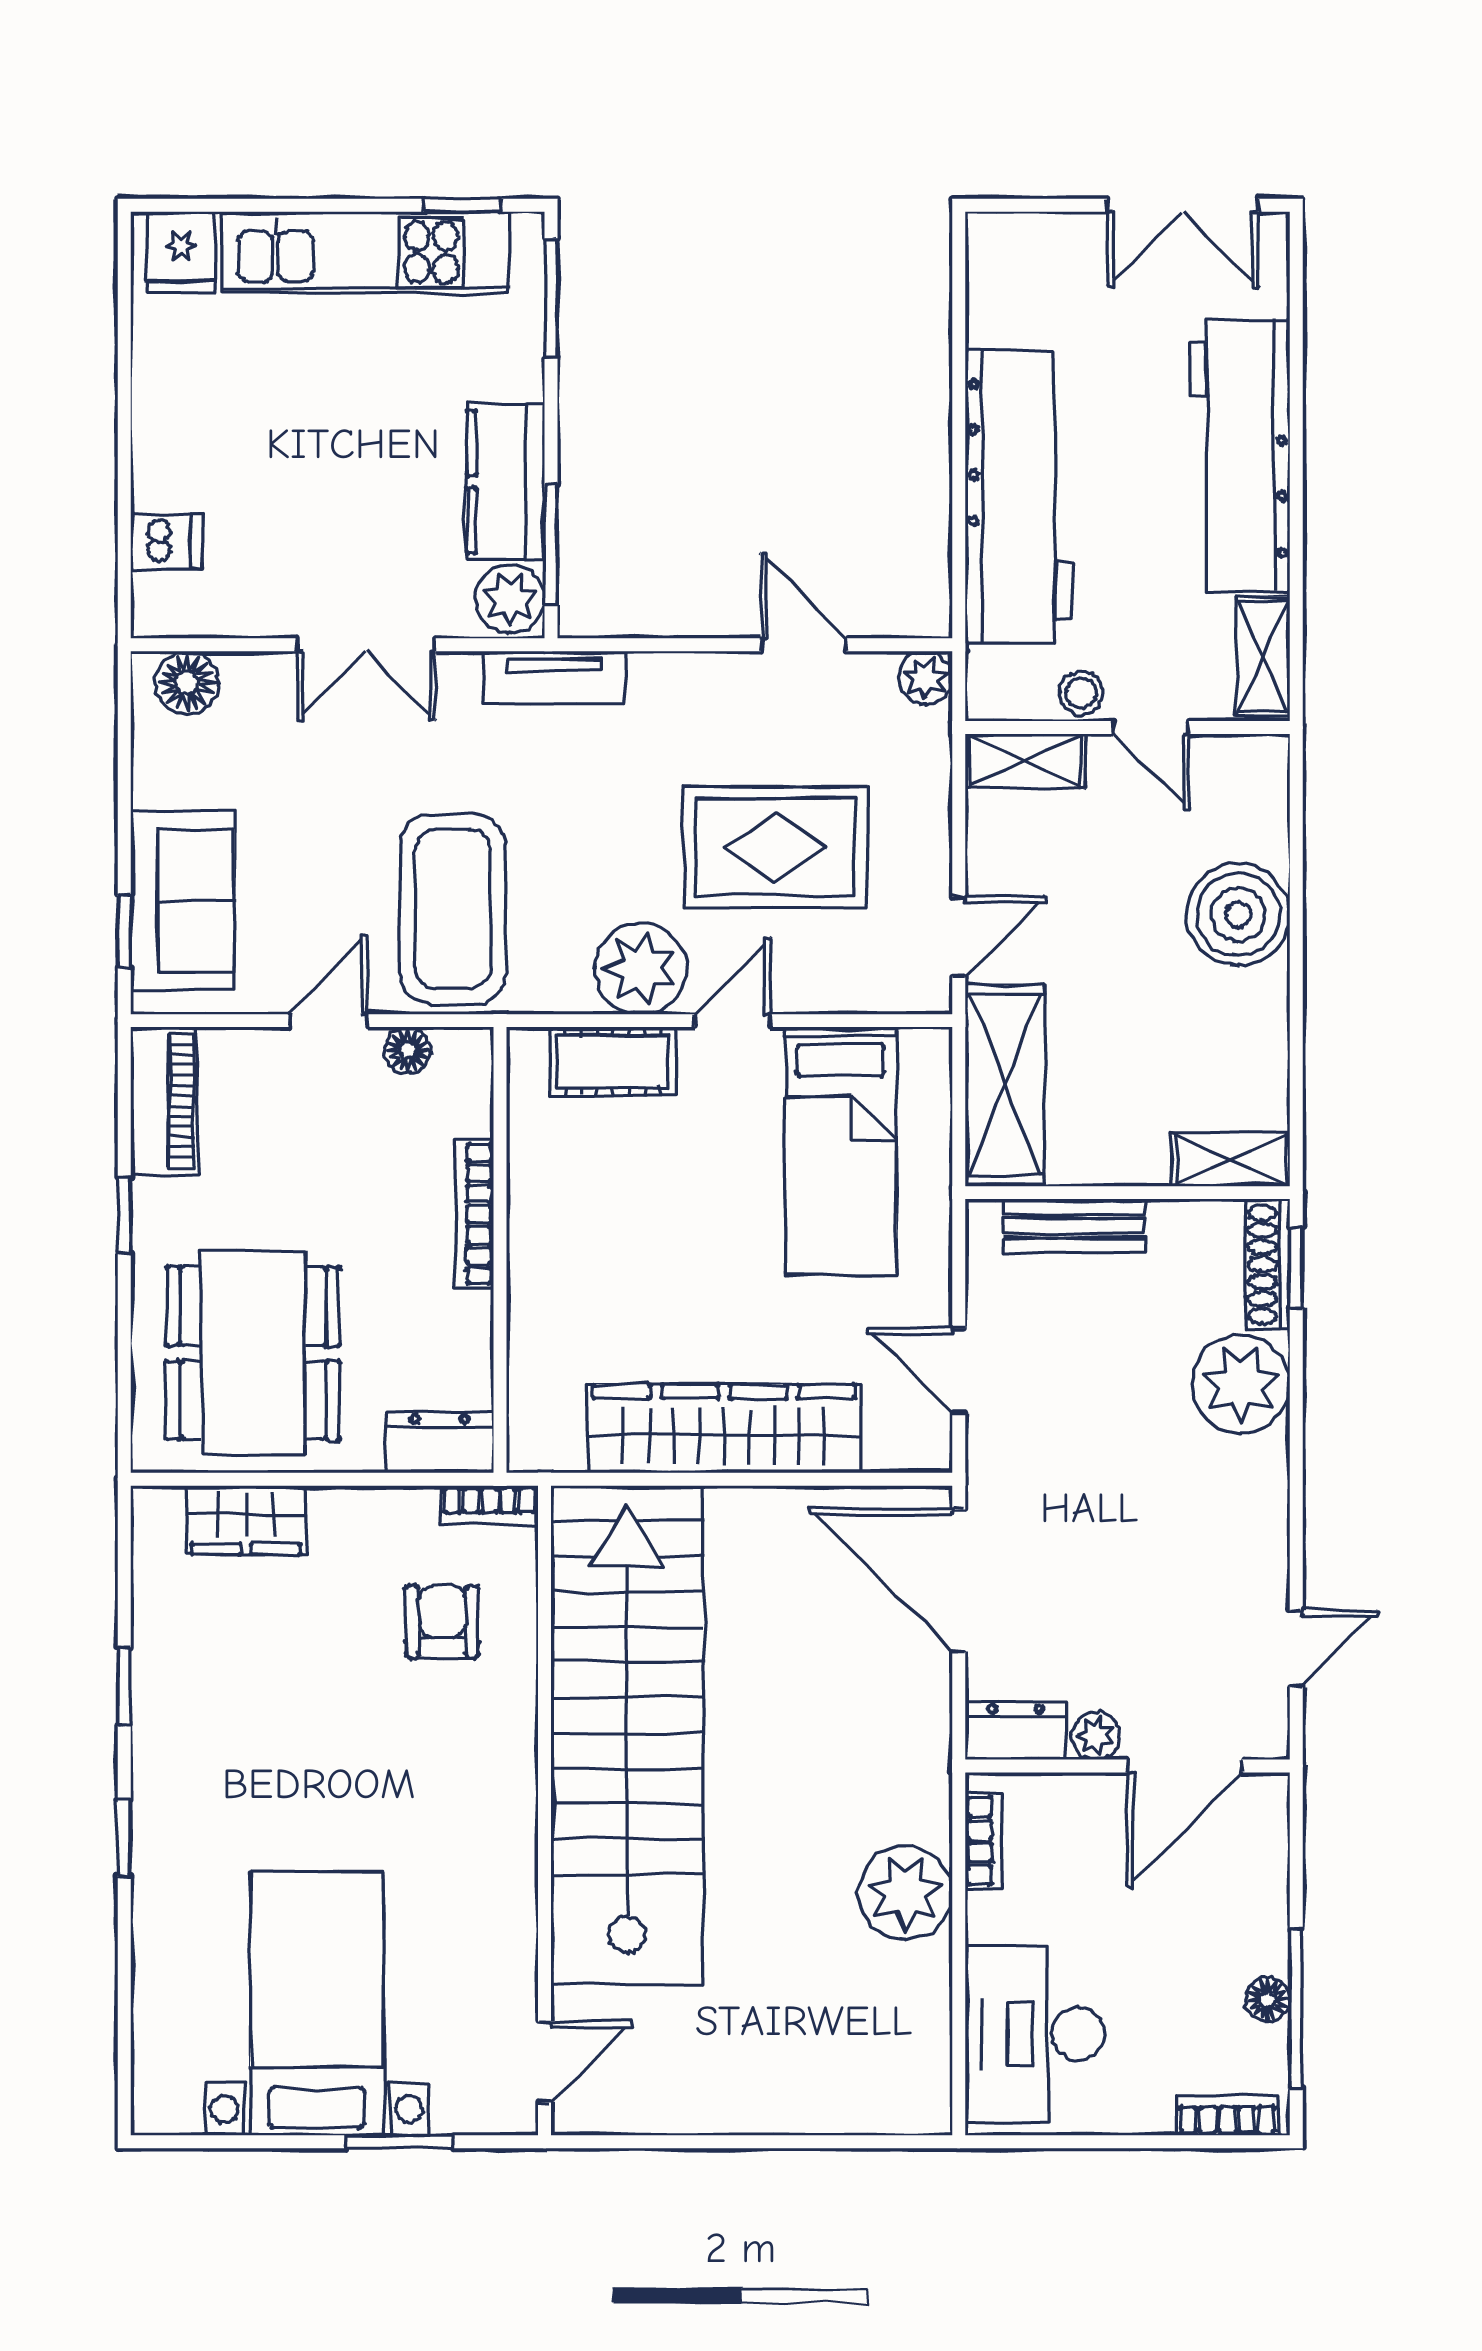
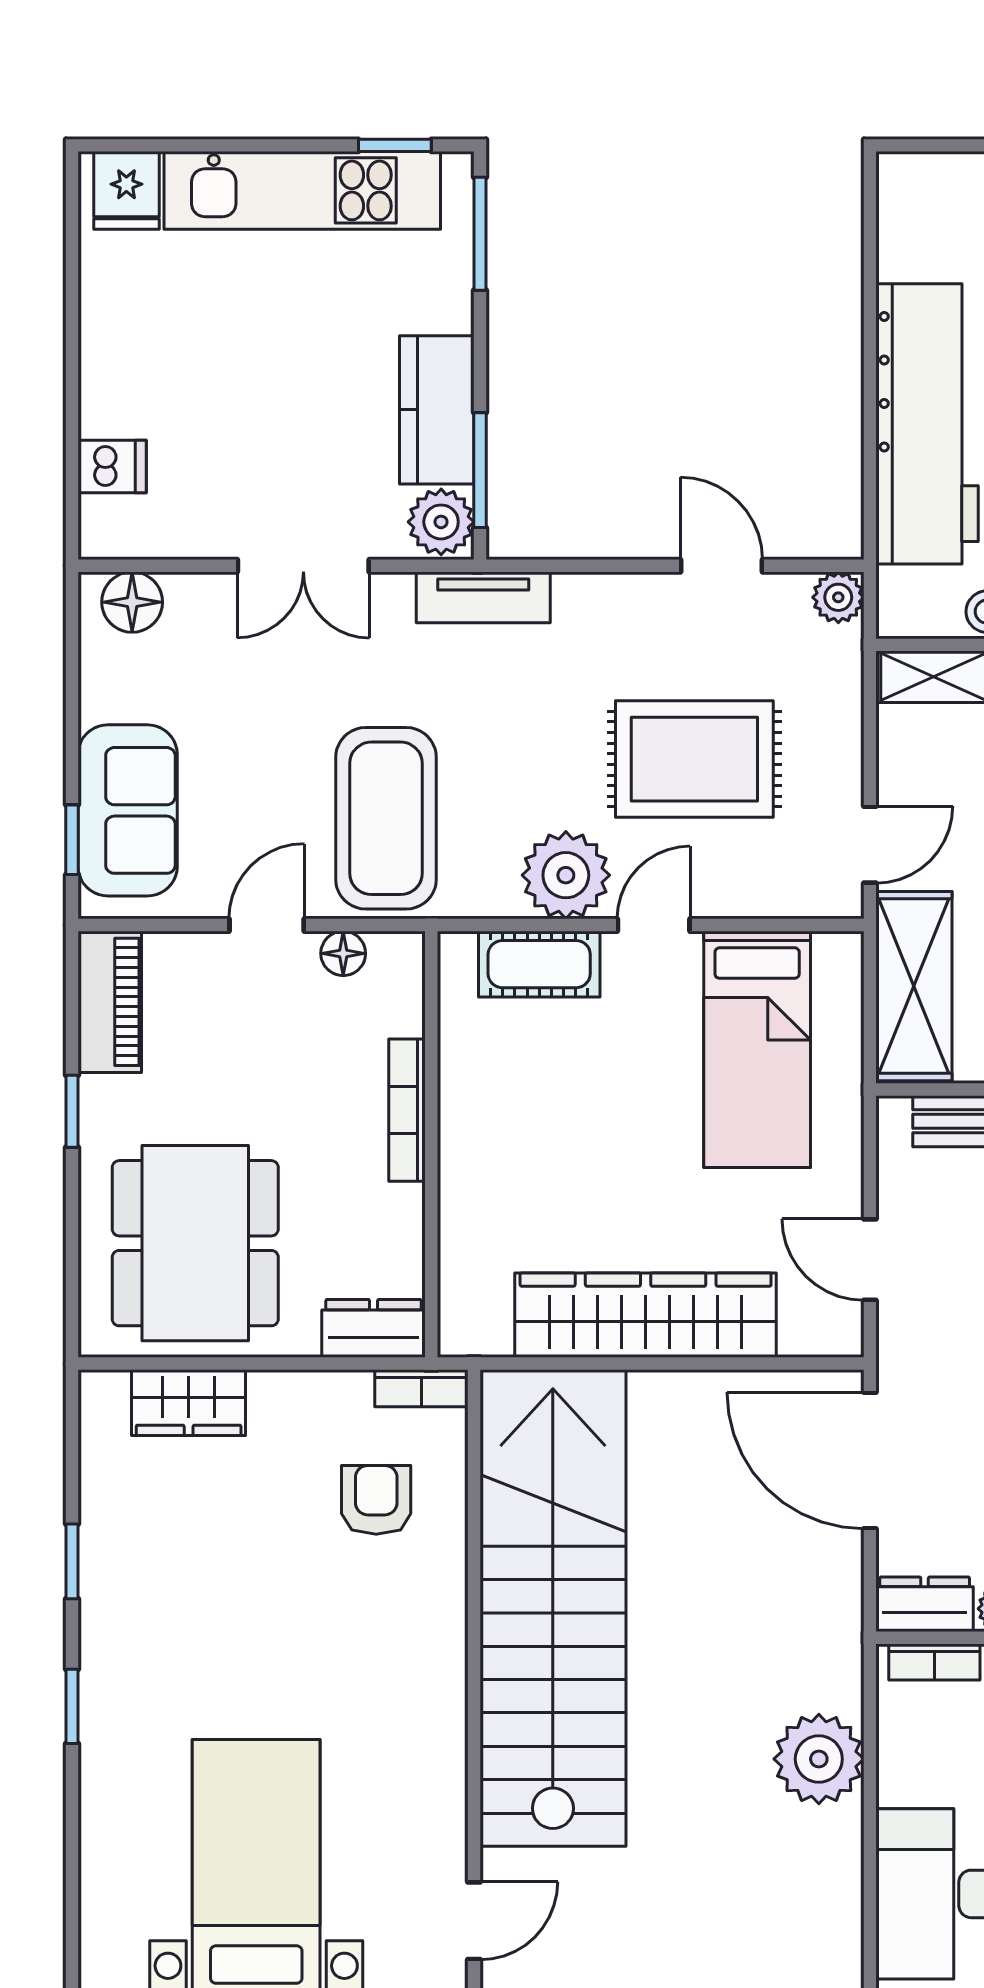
bookcase: (984, 1841) -> (934, 1662), moved, turned 90

